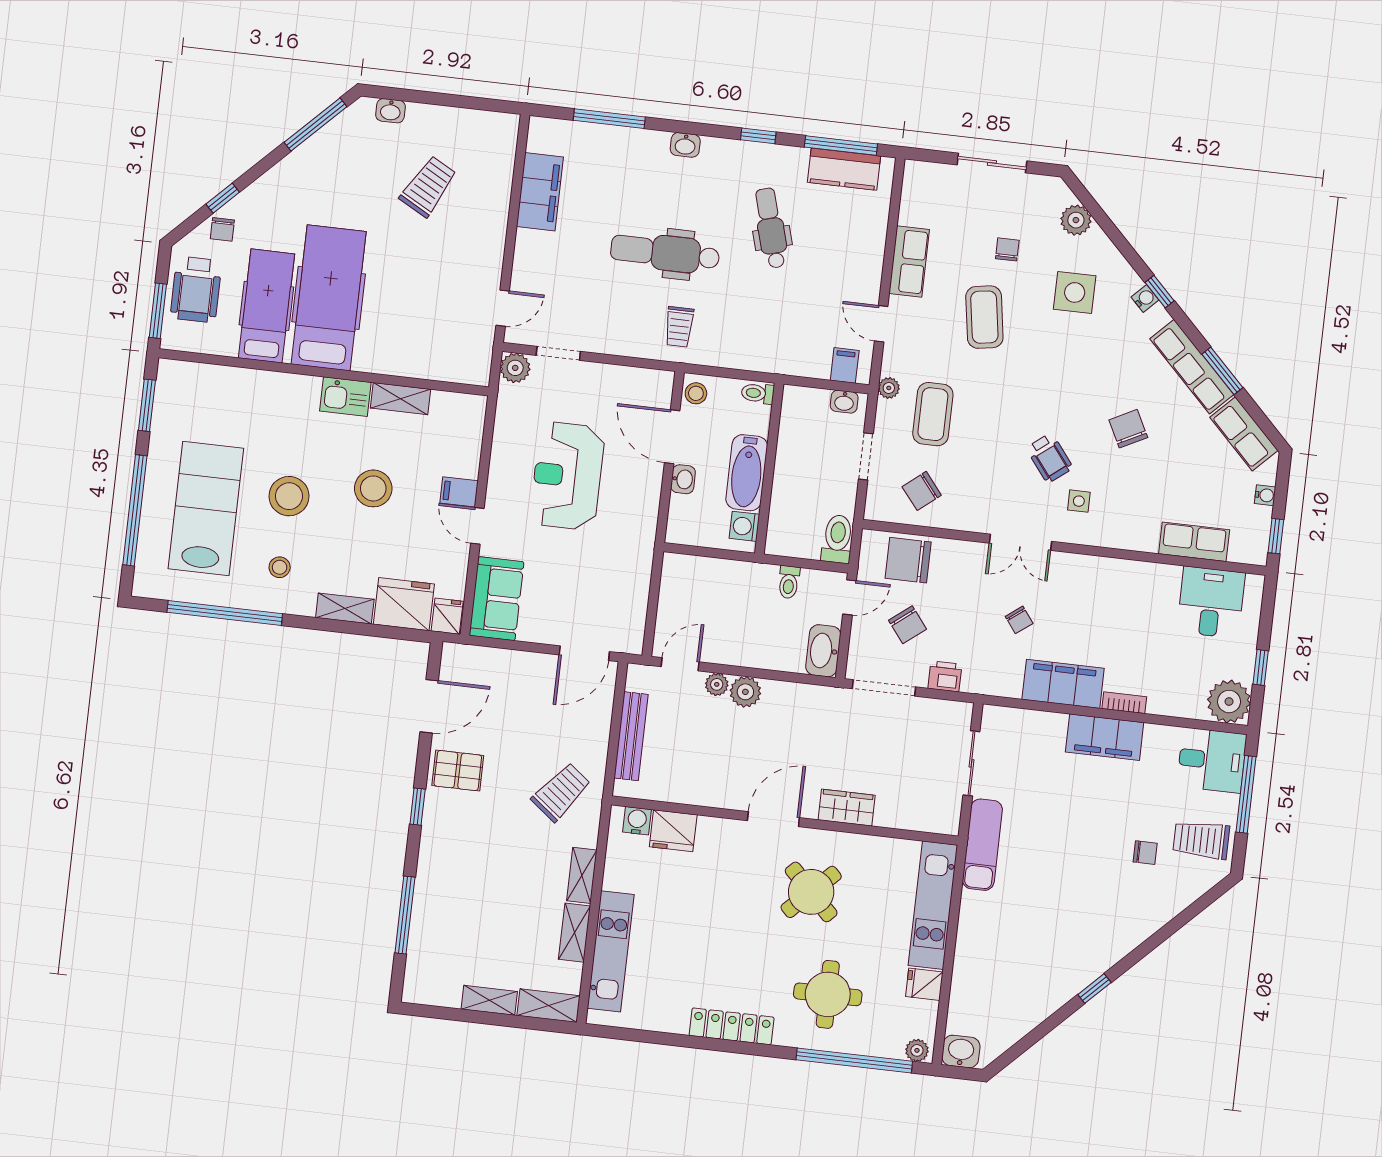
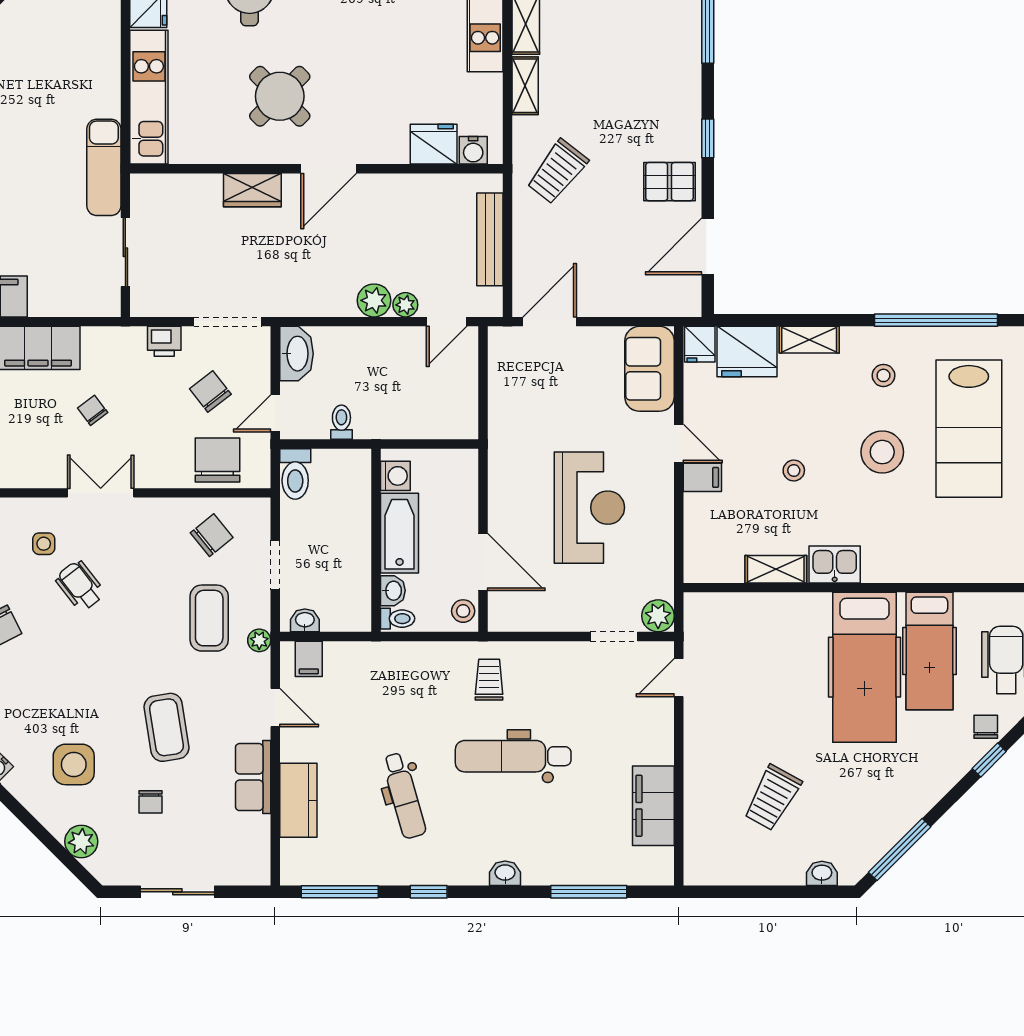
kitchen counter: (844, 169) -> (298, 800), moved, turned 90
dental chair: (665, 253) -> (513, 756), turned 180
washbasin: (683, 479) -> (393, 591), moved, turned 180
stool: (373, 488) -> (794, 471), width x0.53, depth x0.53
chair: (908, 560) -> (217, 460), turned -90

